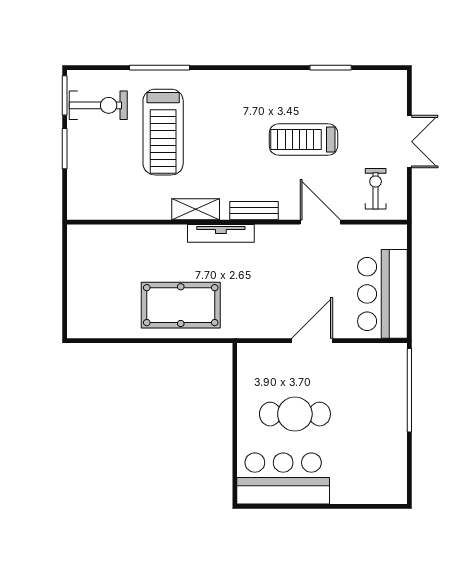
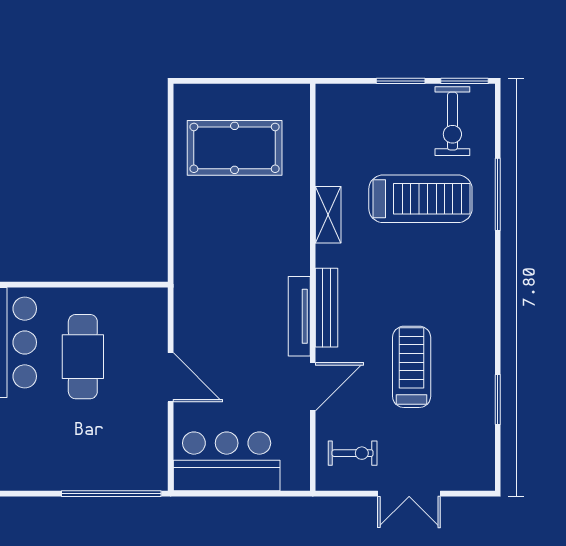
treadmill: (163, 132) -> (420, 199), turned 180
shelving: (196, 209) -> (328, 215), moved
bench: (254, 211) -> (326, 308), width x1.36
tv unit: (221, 233) -> (299, 316), moved
pool table: (181, 305) -> (235, 148), moved, turned 90

